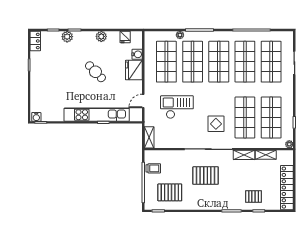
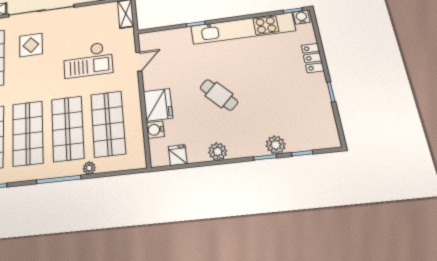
locker: (35, 41) -> (313, 58), moved
kitchen unit: (97, 115) -> (242, 28), moved

